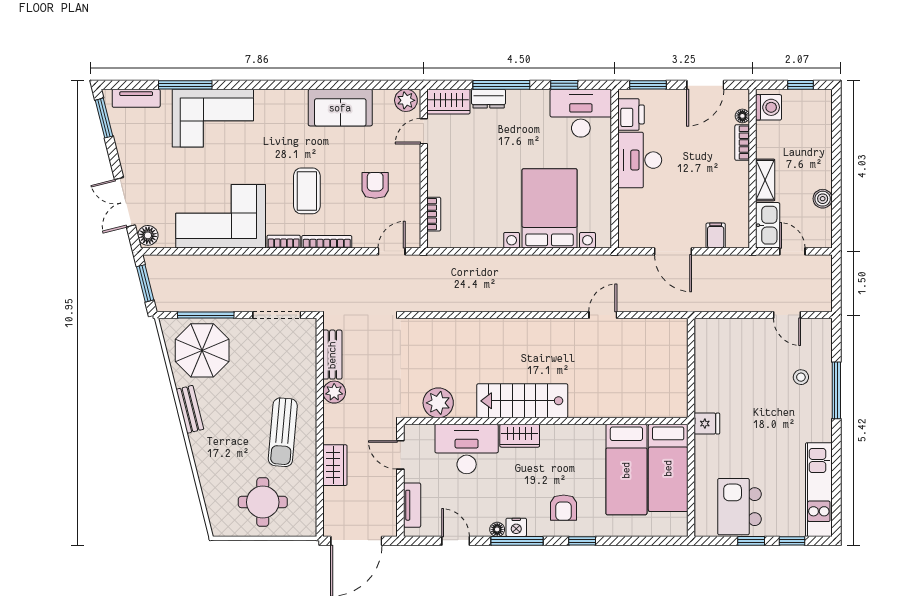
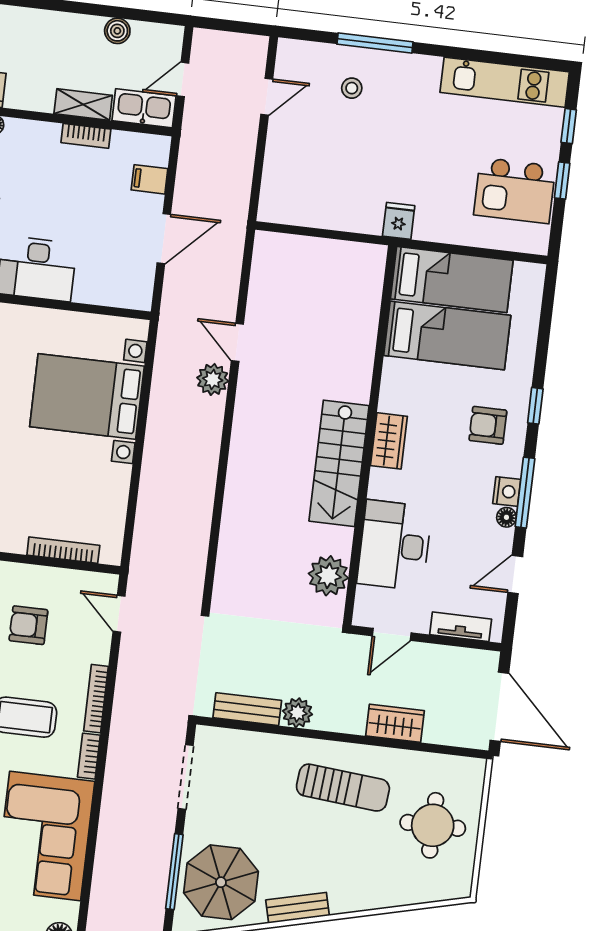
bookcase: (742, 143) -> (86, 136), moved
bookcase: (434, 214) -> (63, 550), width x1.56
plant: (573, 300) -> (213, 379), added
wardrobe: (520, 436) -> (389, 441), moved
armchair: (564, 508) -> (488, 425), turned 180

